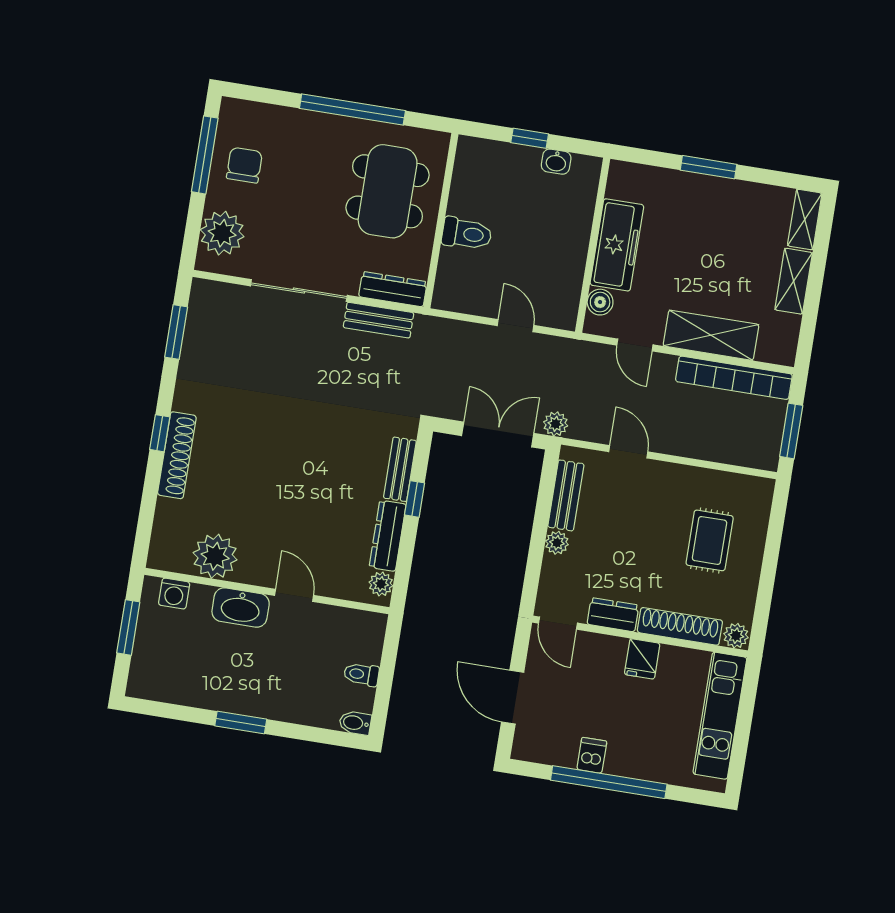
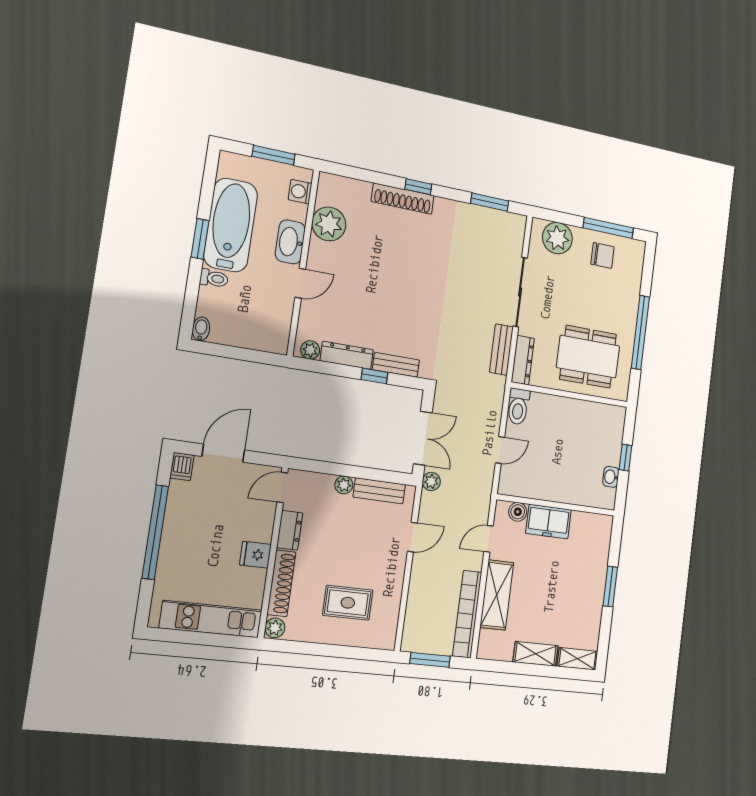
toilet: (467, 234) -> (518, 406), moved
freezer: (617, 245) -> (548, 522), width x0.71
toilet: (361, 674) -> (214, 278), moved, turned 90
bathtub: (222, 684) -> (231, 225), added
dishwasher: (592, 755) -> (182, 467), moved, turned 90

